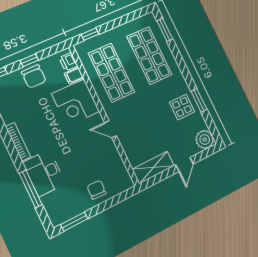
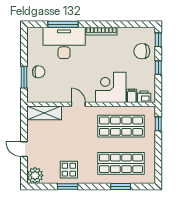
window: (165, 30) -> (121, 186), moved
chair: (34, 76) -> (142, 51), moved
door: (110, 129) -> (78, 104), hinge flipped
shelving: (153, 168) -> (44, 113), moved, turned 90
desk: (44, 173) -> (64, 43), width x1.36, depth x1.30
window: (74, 222) -> (24, 77), moved

